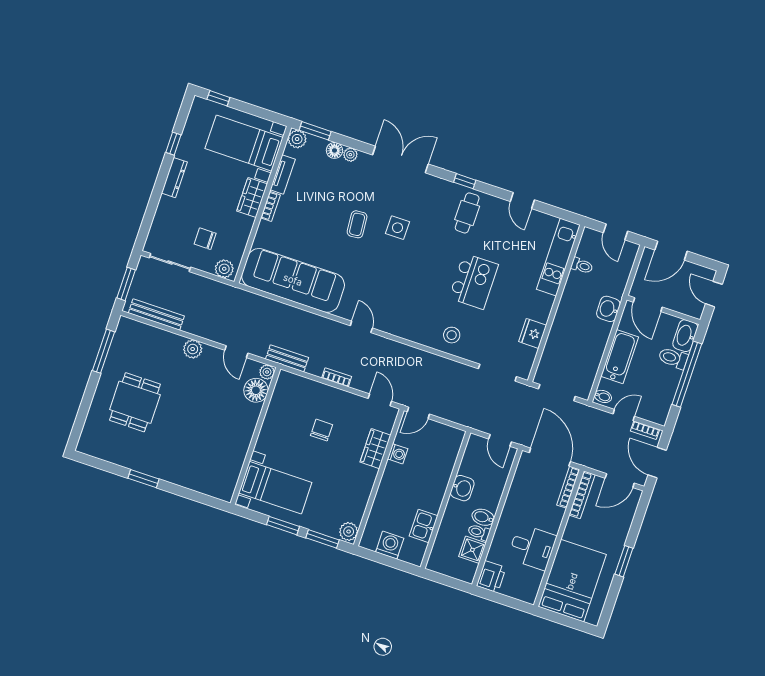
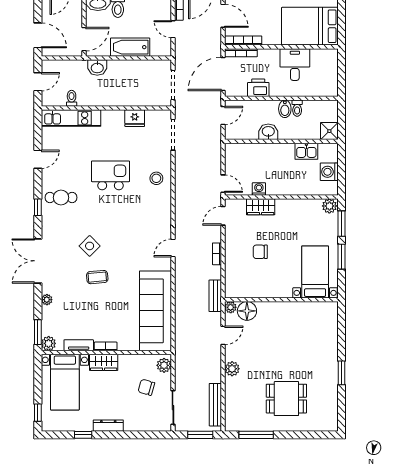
floor lamp: (334, 150) -> (48, 313), removed
side table: (397, 228) -> (90, 246), turned 45
chair: (205, 239) -> (146, 387), turned 106
bidet: (603, 396) -> (164, 50), removed
shower: (472, 550) -> (329, 131), moved
printer: (491, 577) -> (258, 88), moved

